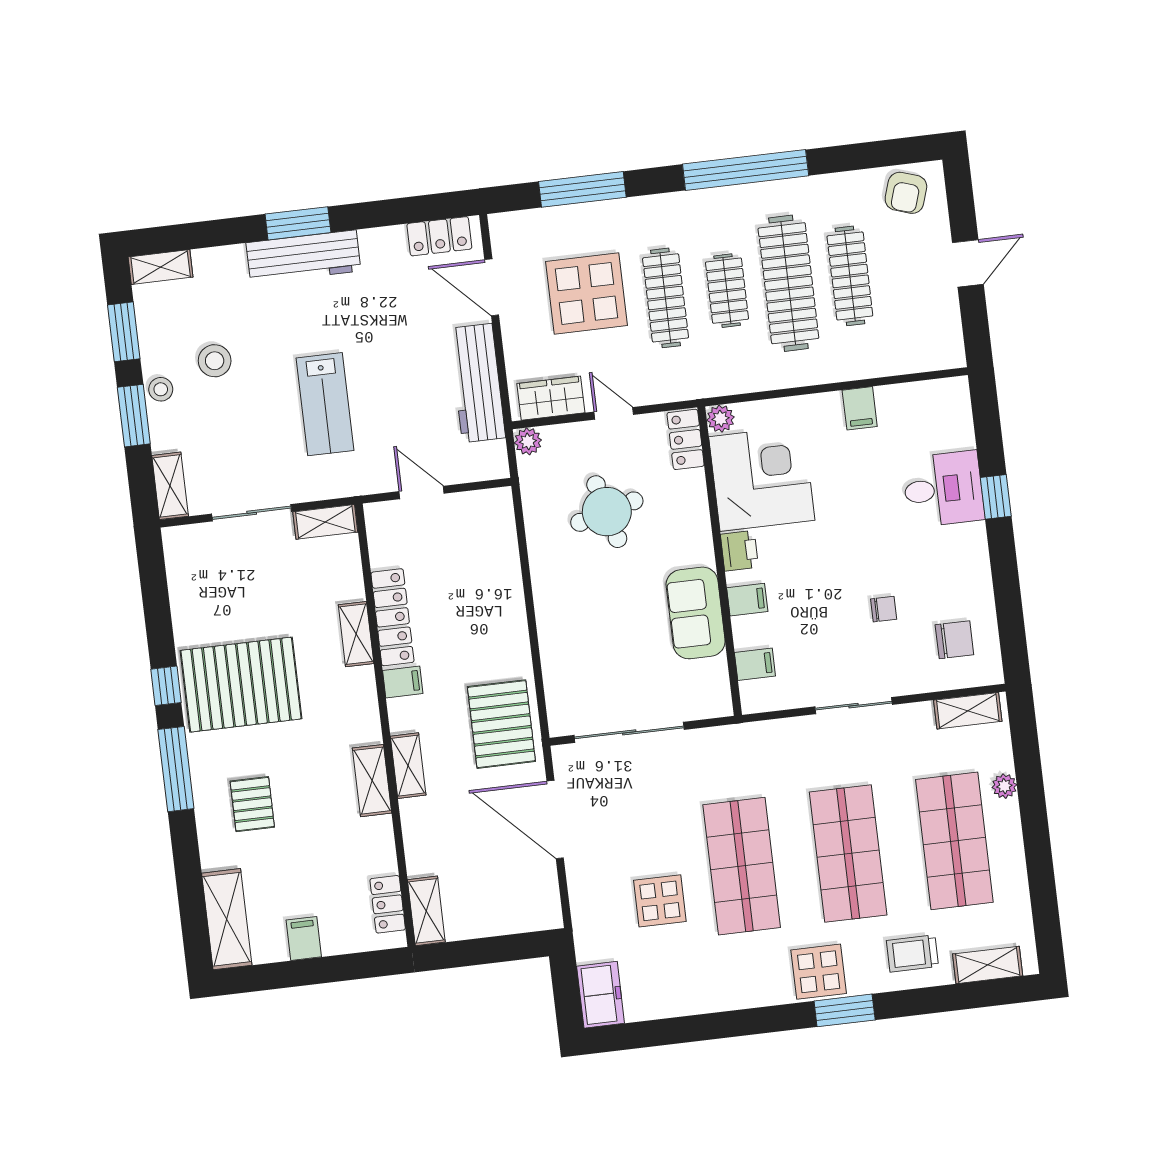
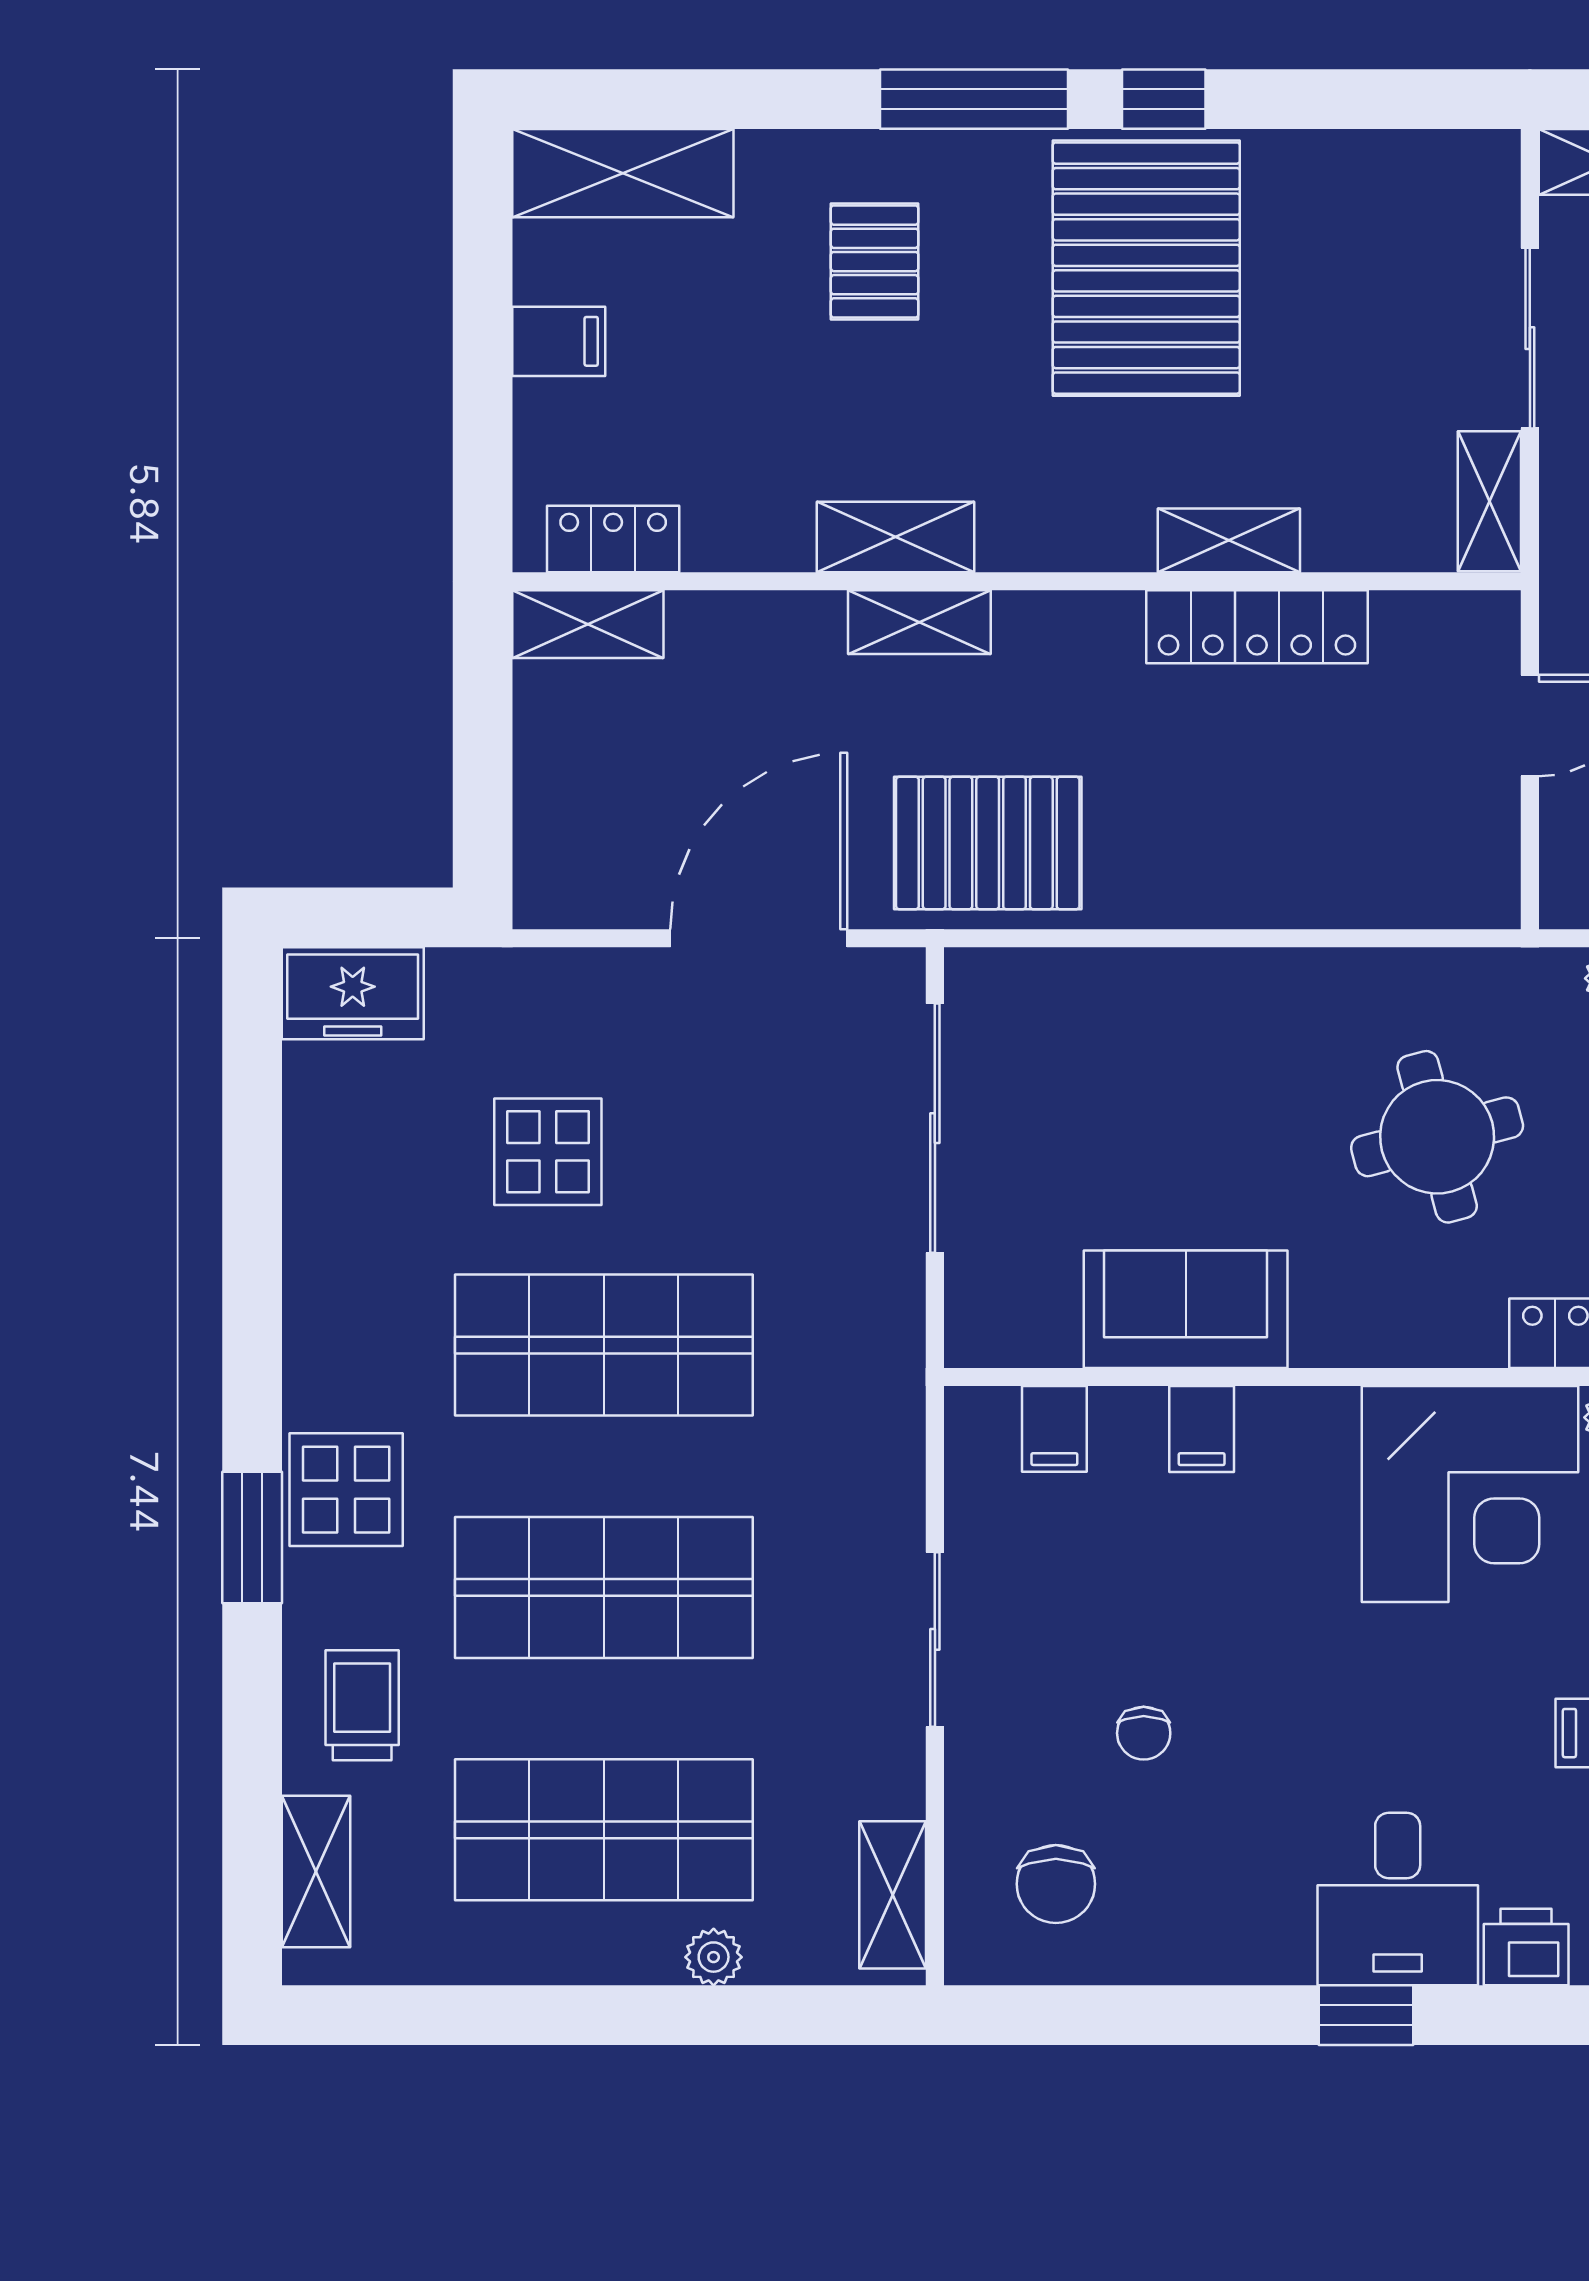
printer: (739, 551) -> (1526, 1947), moved, turned 180
filing cabinet: (403, 682) -> (1109, 632), removed
pallet: (252, 804) -> (875, 262), turned 90

